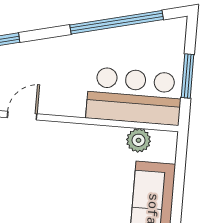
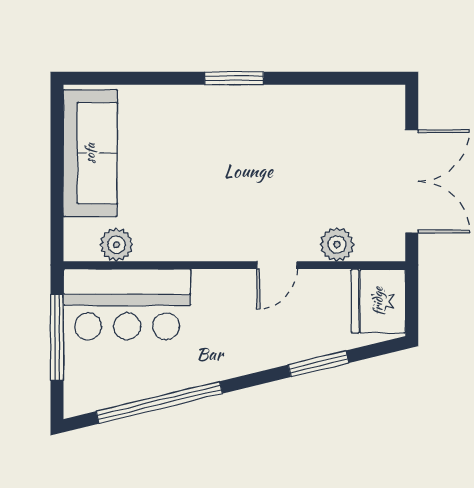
window: (188, 76) -> (57, 337), width x1.44

